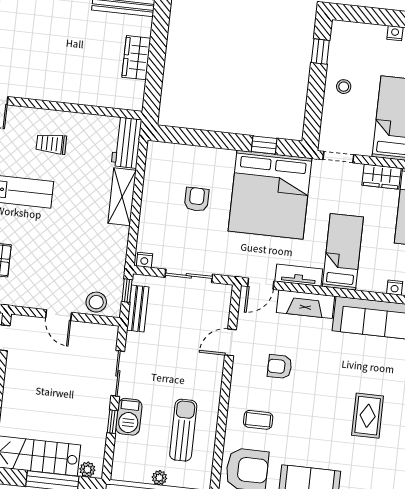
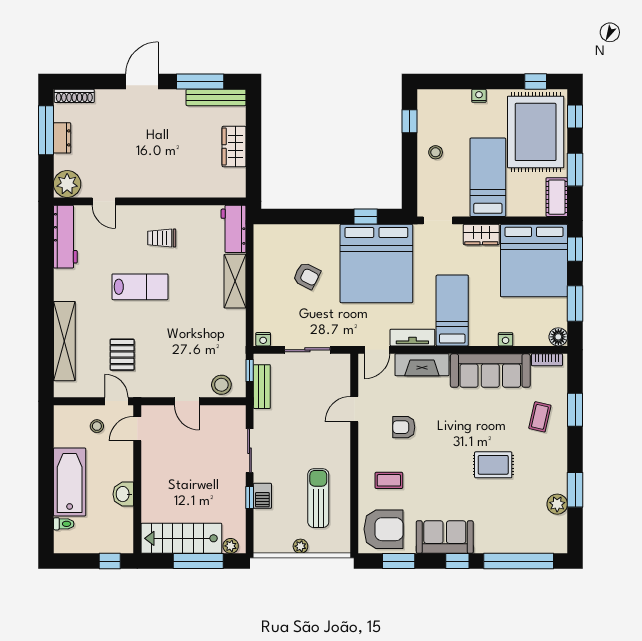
armchair: (197, 199) -> (307, 276), turned 117
rug: (368, 416) -> (493, 465), turned 90
barbecue: (129, 417) -> (262, 496), width x0.73, depth x0.79

